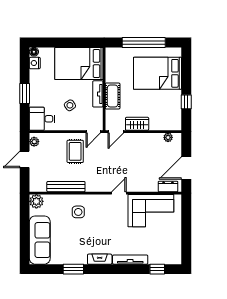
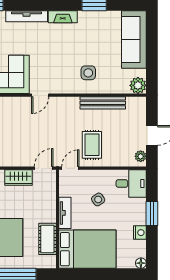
nightstand: (35, 63) -> (140, 233), moved
cot: (113, 96) -> (47, 239), moved

